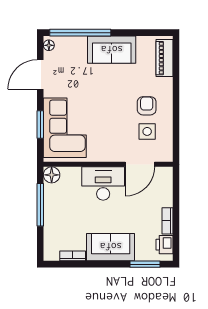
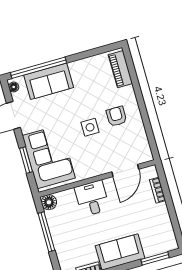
sofa: (112, 50) -> (49, 81), moved
side table: (147, 131) -> (90, 127), moved
desk: (103, 184) -> (92, 198), width x0.73
bookcase: (168, 221) -> (158, 190), moved
printer: (164, 245) -> (167, 236), removed

